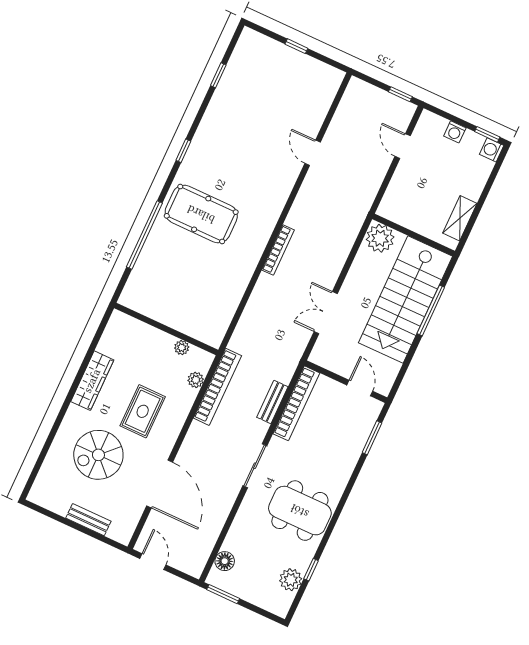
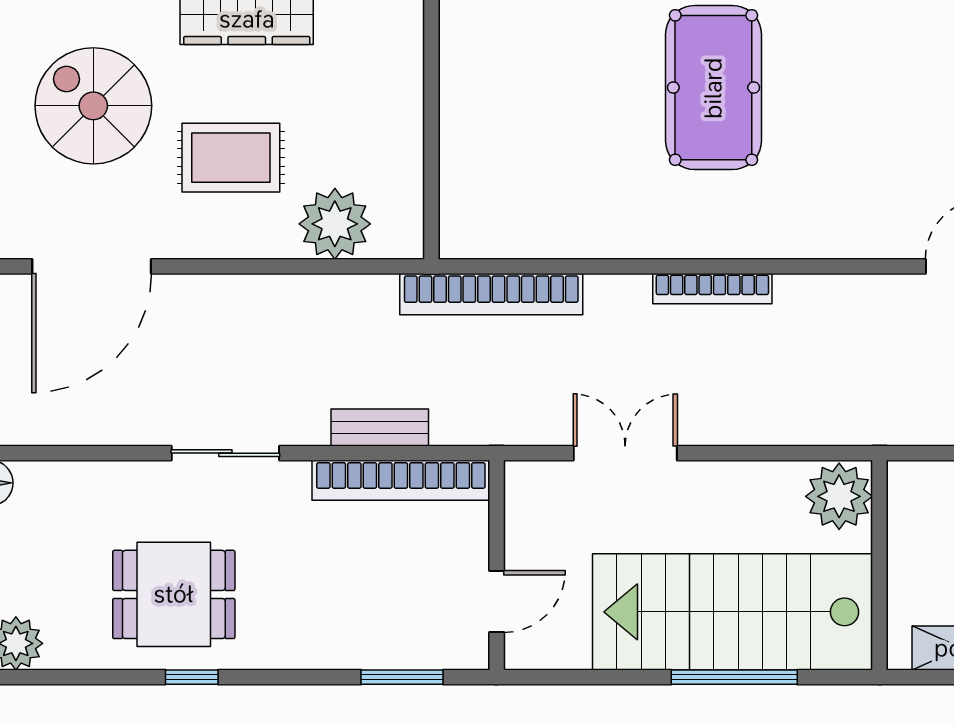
plant: (182, 348) -> (407, 178), removed
plant: (196, 380) -> (335, 224), width x1.88, depth x1.88
bookcase: (217, 387) -> (491, 294), moved
dining table: (300, 511) -> (174, 594), width x0.73
window: (311, 570) -> (192, 677), moved

